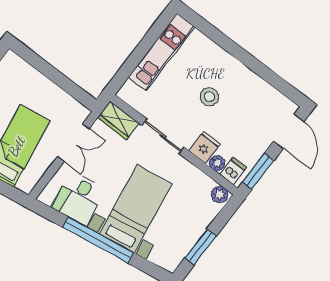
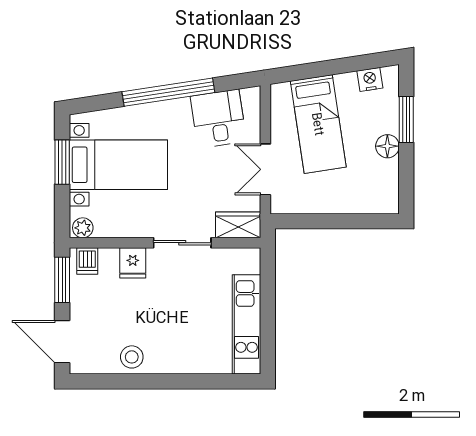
stool: (209, 97) -> (132, 357), moved
plant: (217, 163) -> (109, 257), removed
bed with nightstands: (136, 209) -> (118, 165), moved, turned -81

